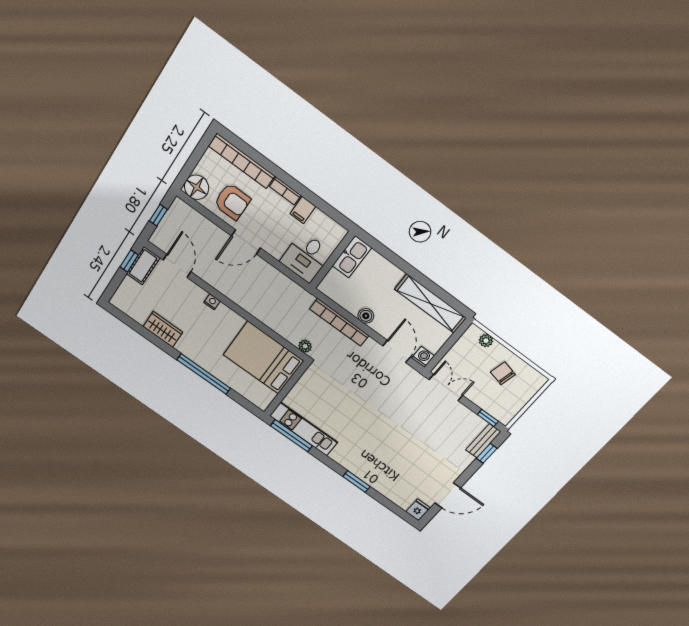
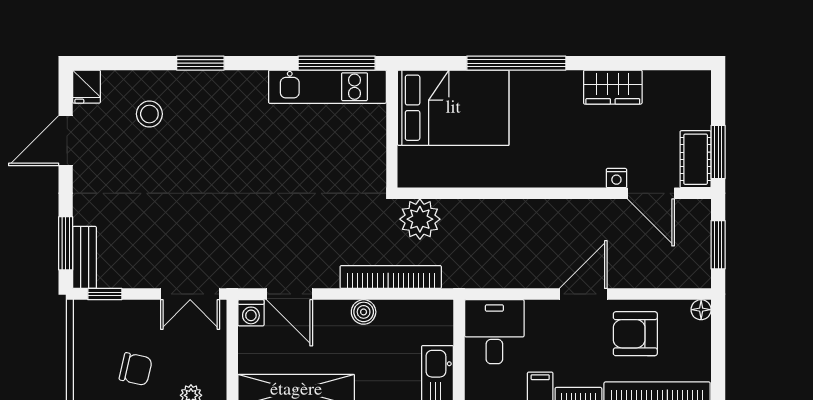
floor lamp: (197, 187) -> (701, 310), width x0.53, depth x0.53
window: (158, 215) -> (718, 245), width x1.50
window: (129, 261) -> (718, 152), width x1.50
nightstand: (212, 302) -> (616, 178), moved
plant: (305, 346) -> (420, 219), width x1.88, depth x1.88
bed: (263, 358) -> (453, 108), moved
window: (487, 453) -> (66, 243), width x1.50
stool: (398, 478) -> (149, 114), added

